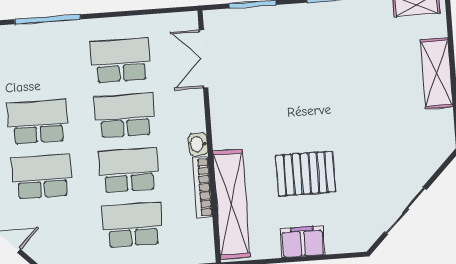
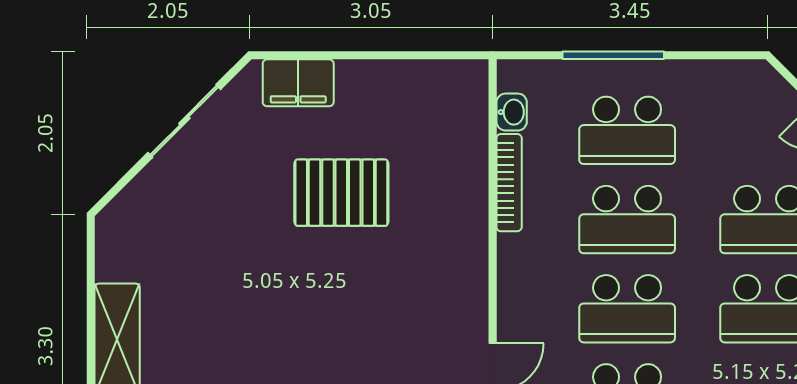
washbasin: (198, 144) -> (512, 112), moved
shelving: (231, 204) -> (465, 152), removed
filing cabinet: (303, 242) -> (298, 83), moved

